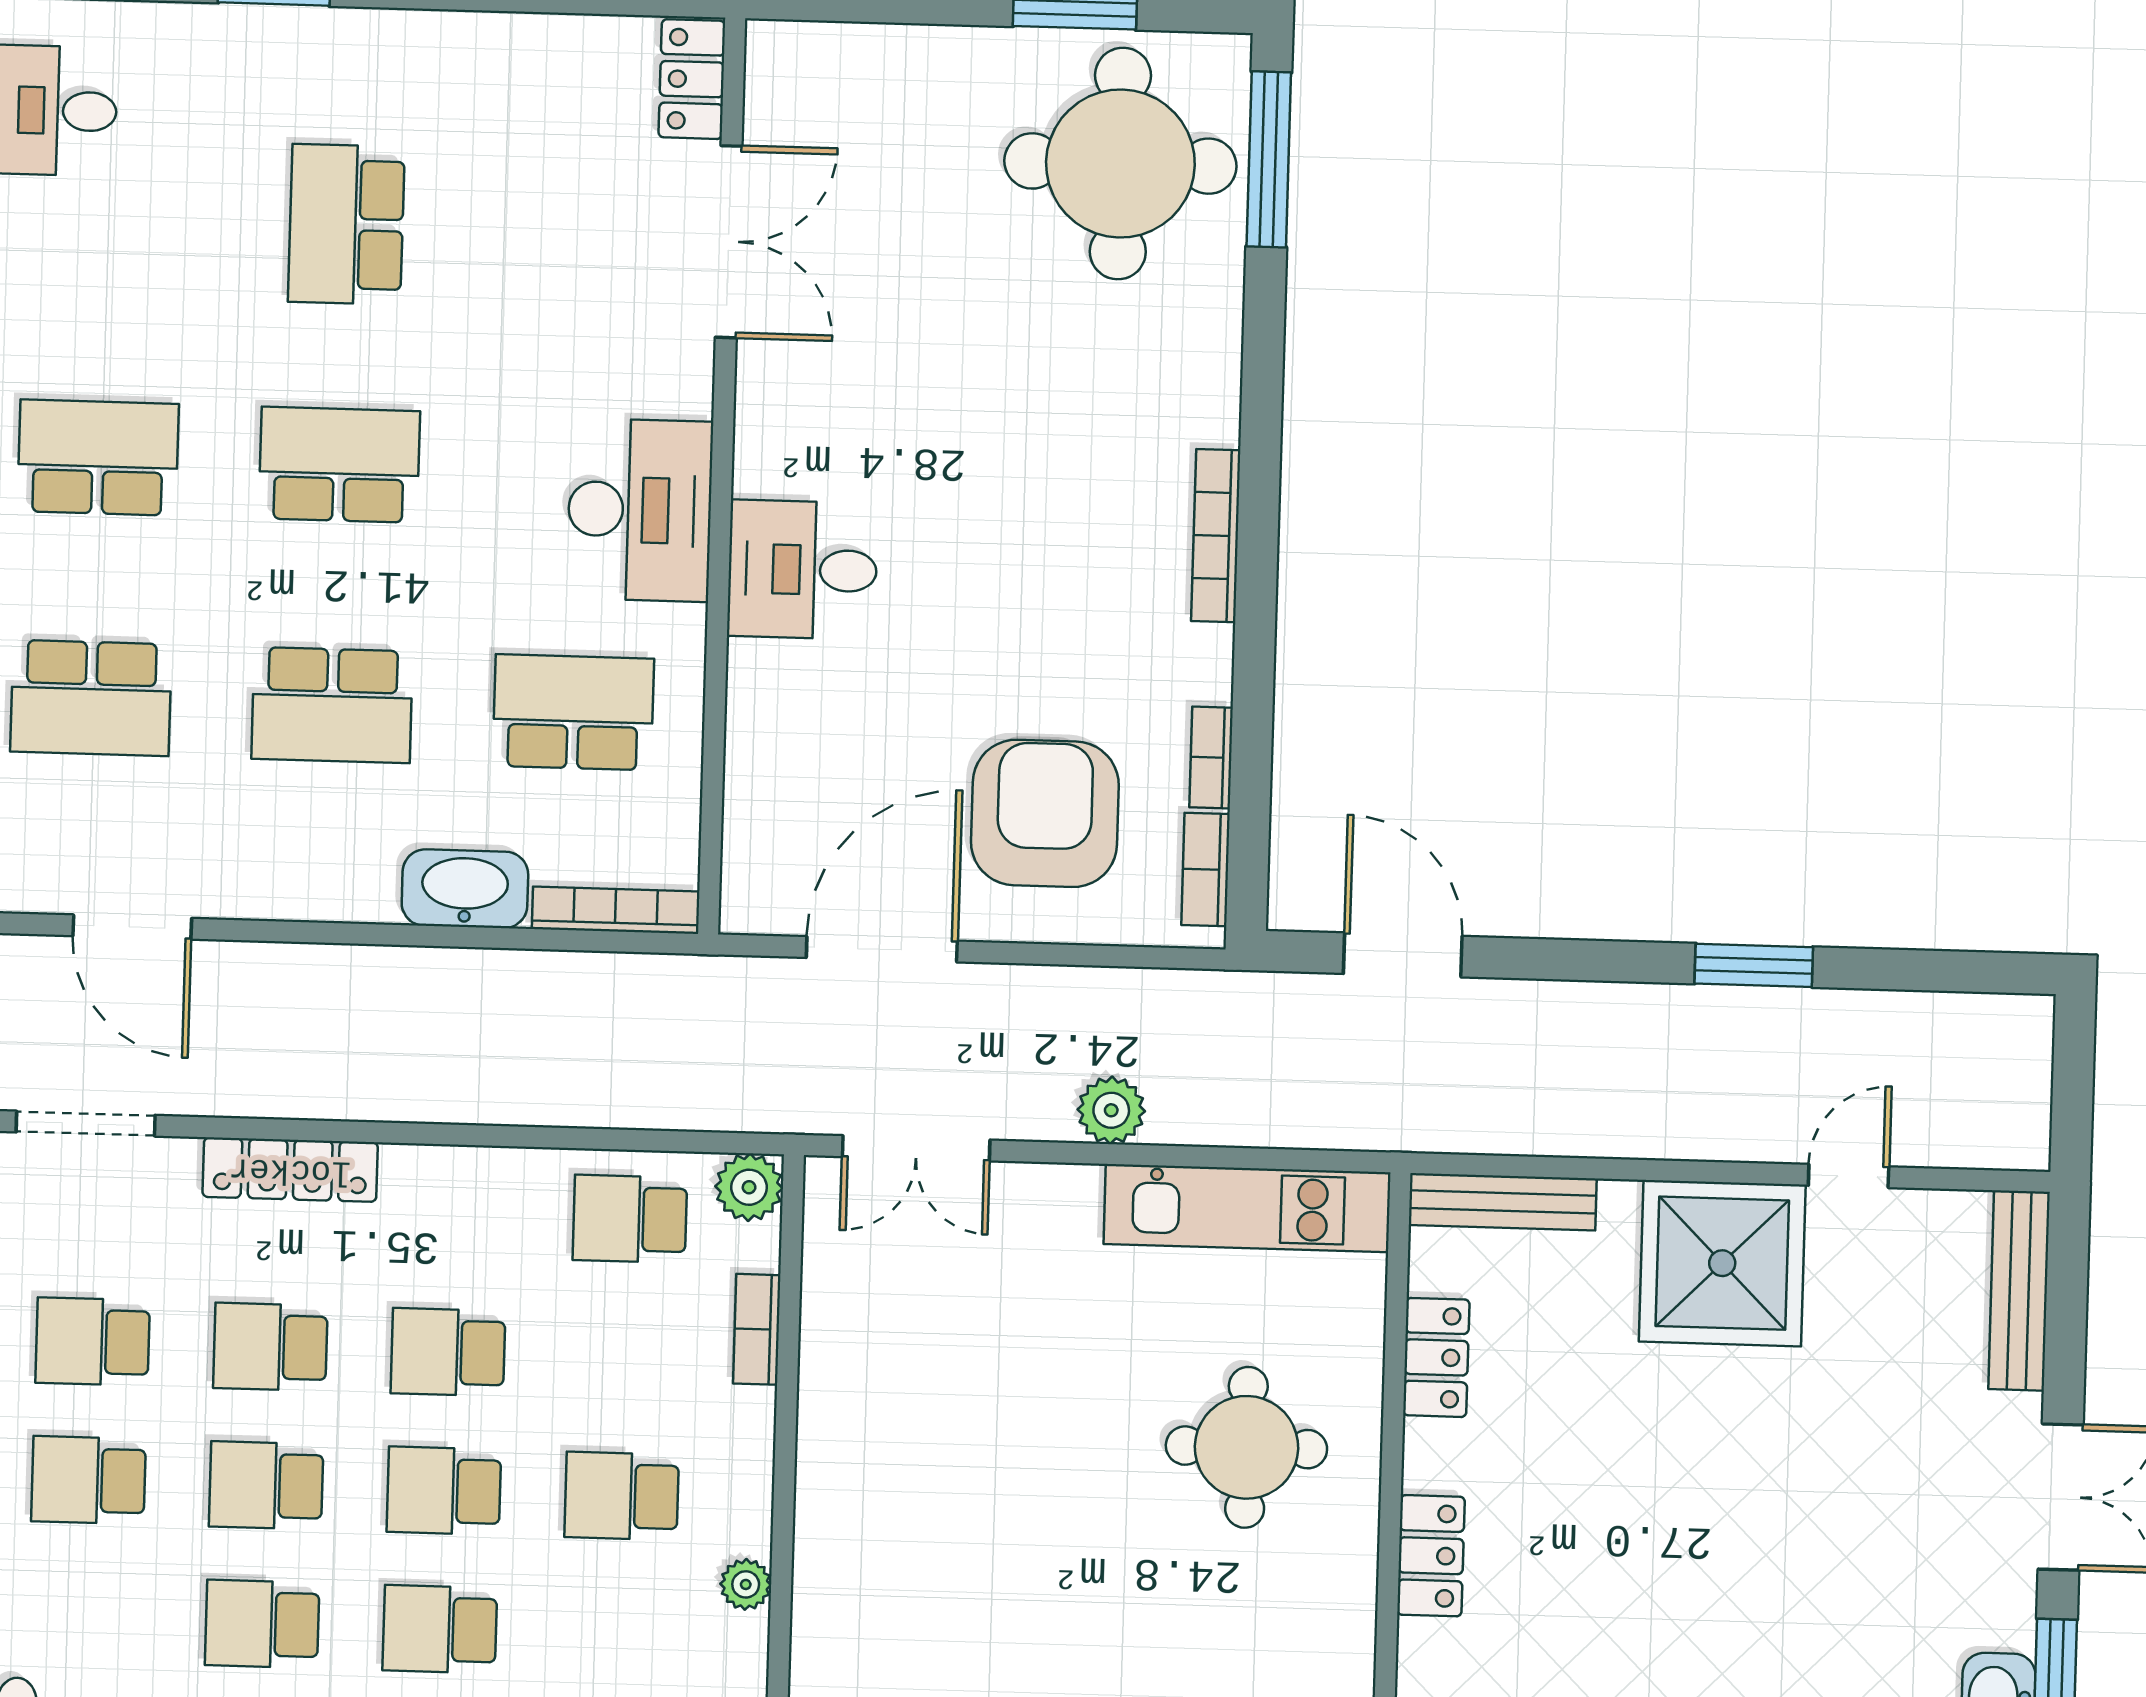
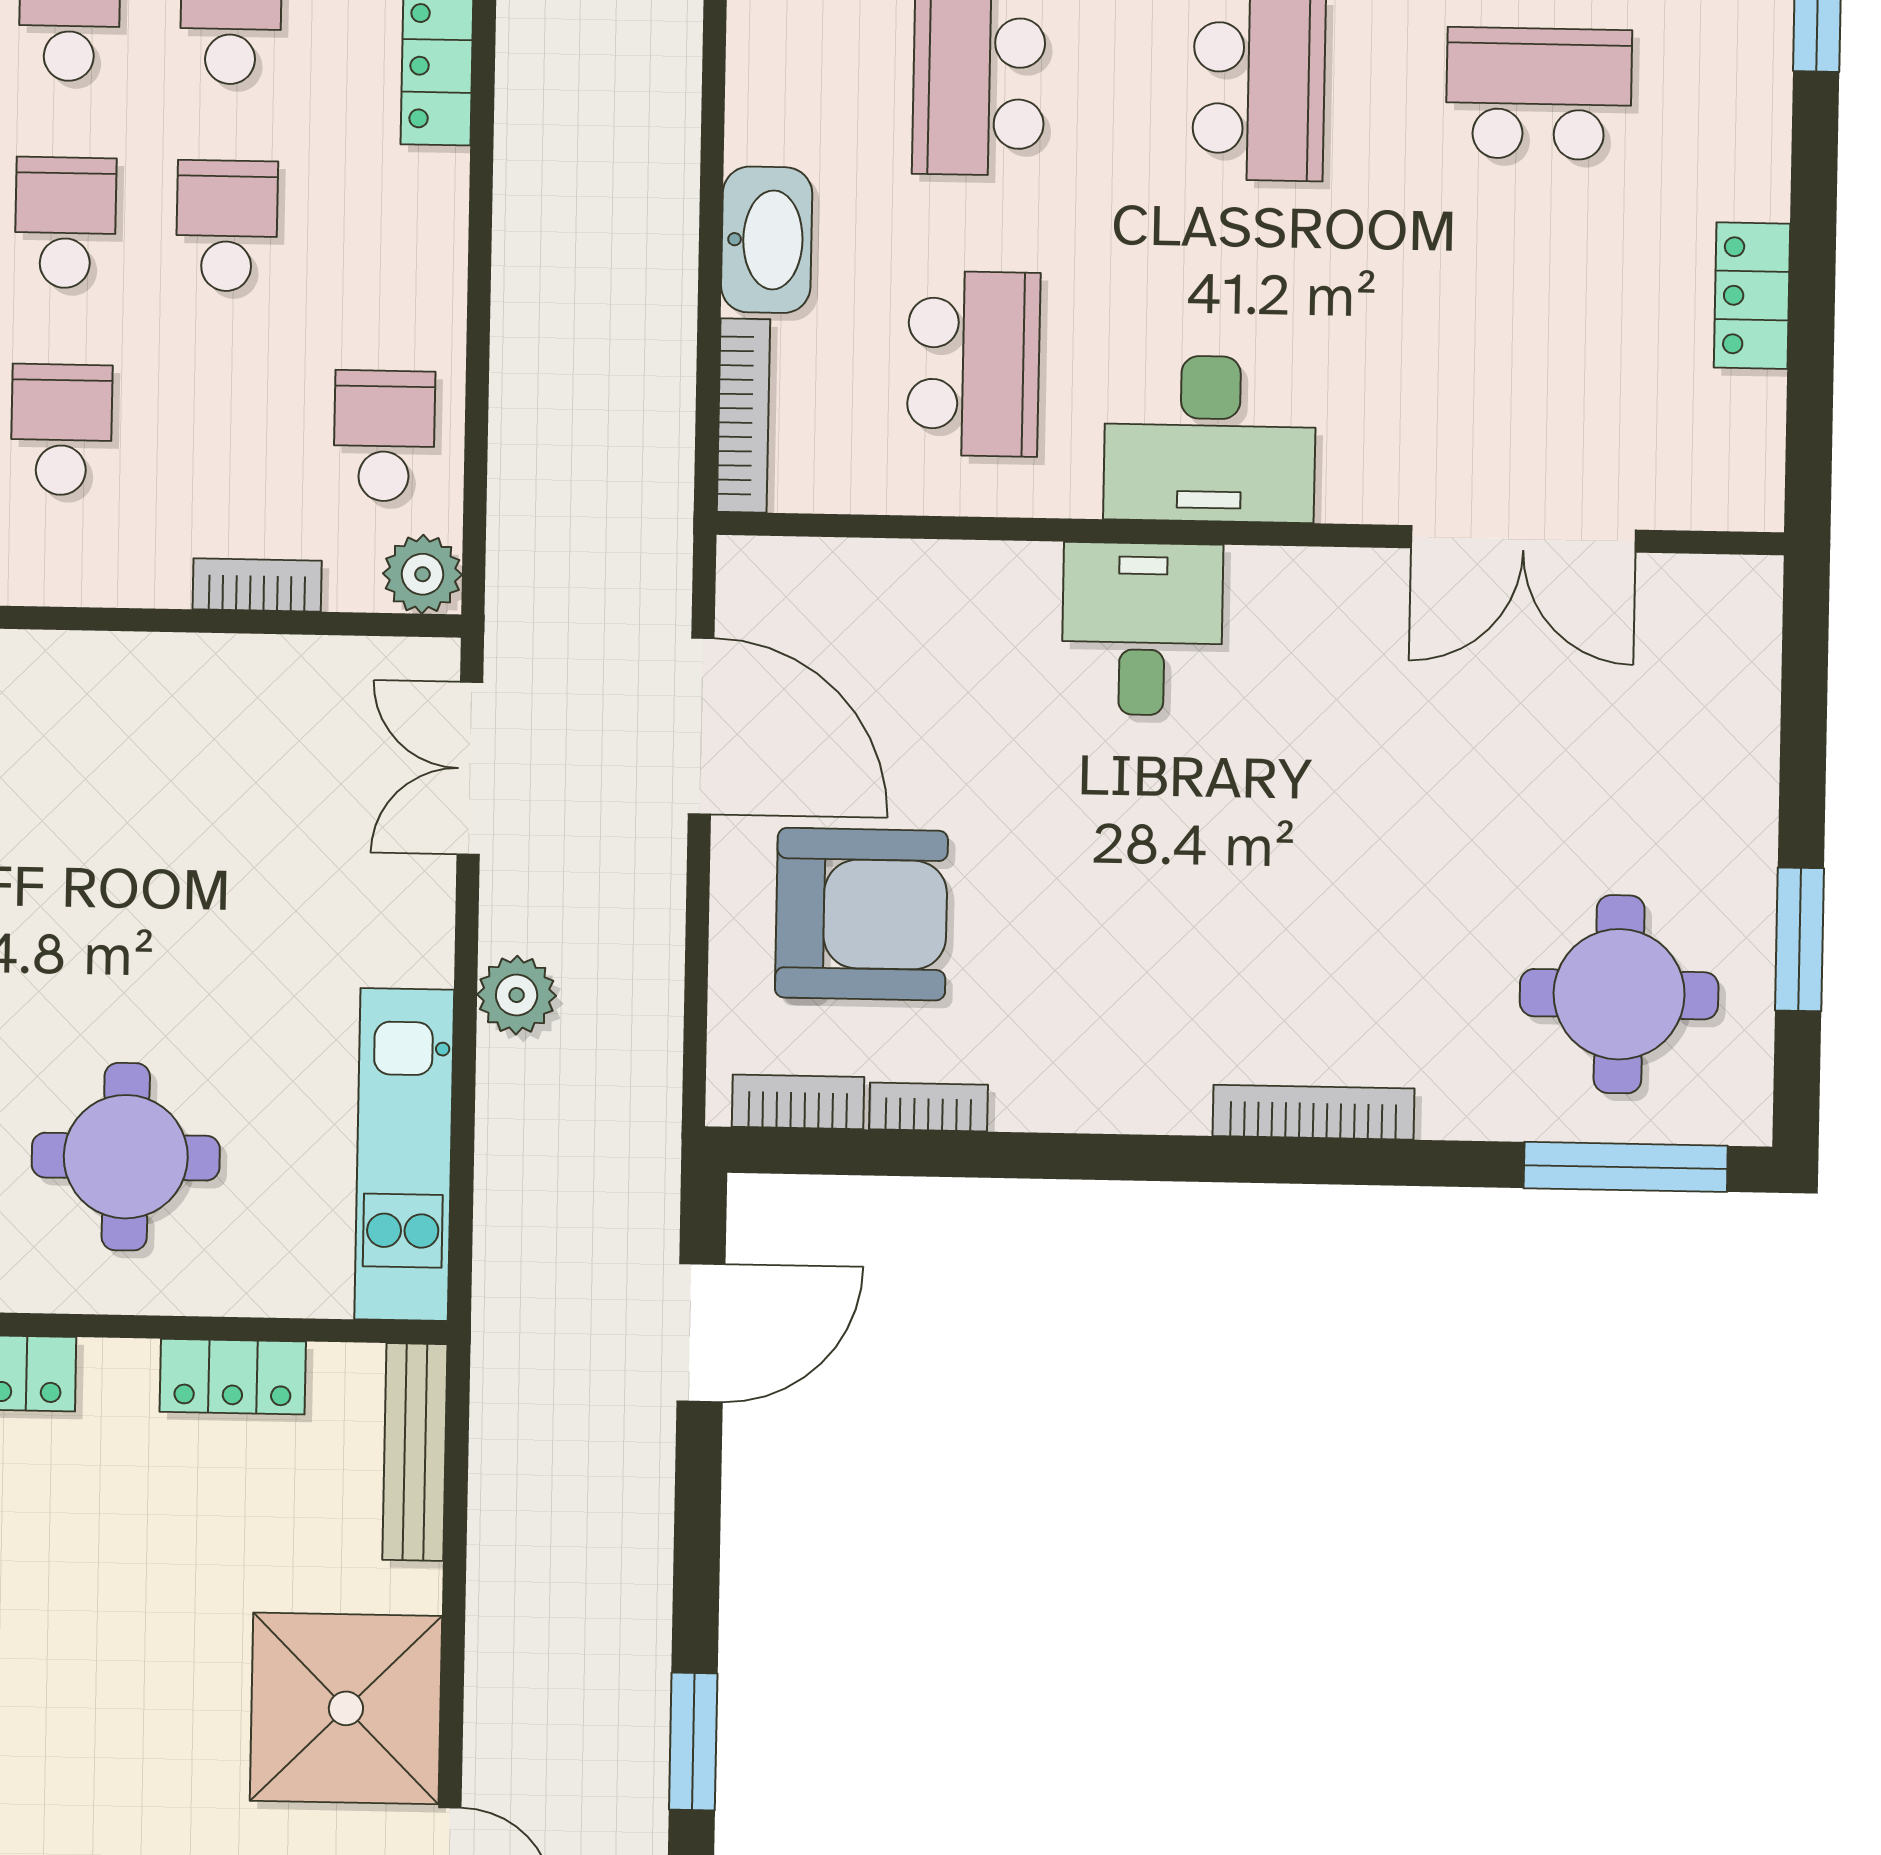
locker: (692, 79) -> (1752, 296), moved, turned -90
round table: (1120, 164) -> (1619, 994), width x0.73, depth x0.73
bookcase: (1216, 536) -> (1313, 1112), moved

